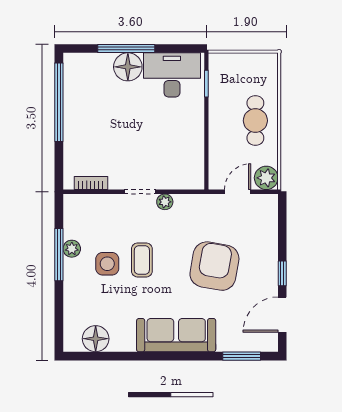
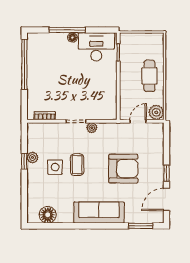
floor lamp: (128, 67) -> (72, 37), width x0.53, depth x0.53
window: (59, 255) -> (24, 161), width x0.46
armchair: (214, 266) -> (123, 169), turned 80

